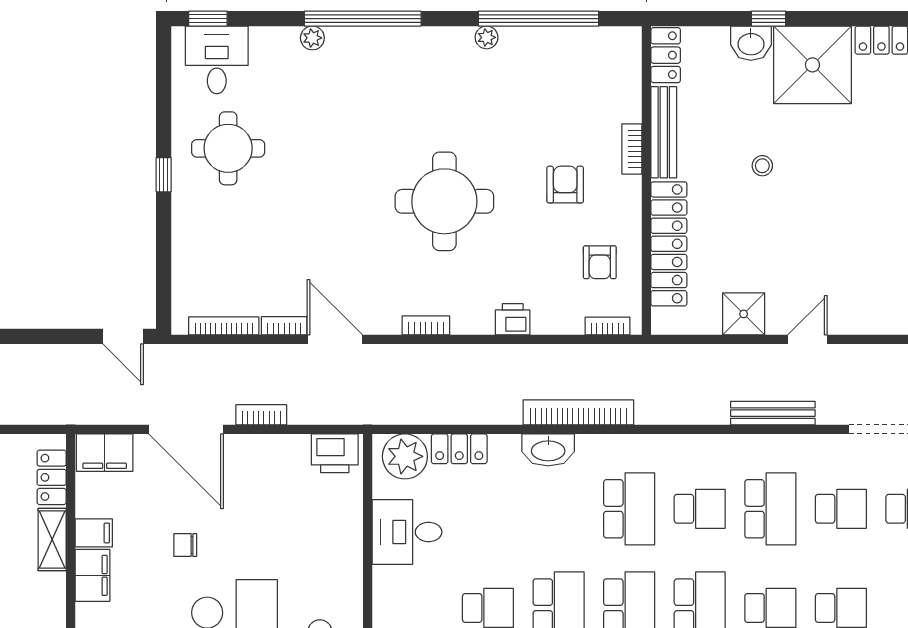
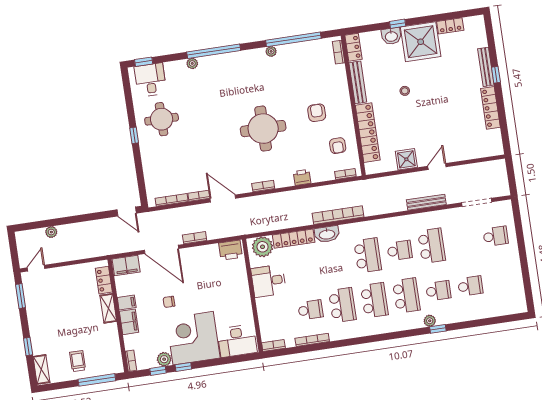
bookcase: (632, 149) -> (339, 52), moved
locker: (459, 449) -> (294, 239), width x1.53
school desk: (841, 509) -> (464, 241), removed

